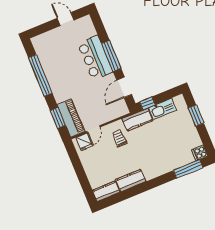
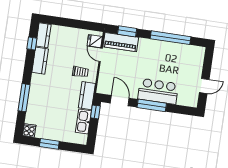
window: (196, 116) -> (49, 144), moved
window: (188, 169) -> (24, 98), moved
window: (120, 197) -> (32, 44), added

